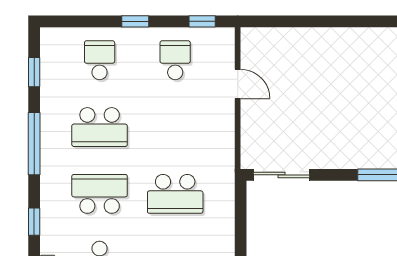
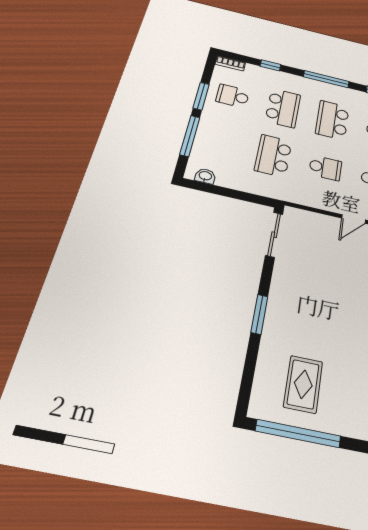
school desk: (175, 127) -> (325, 168), added

